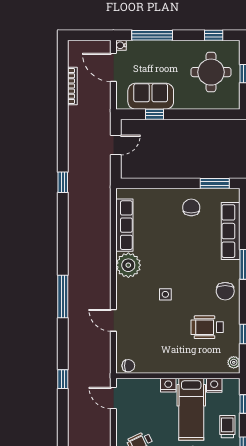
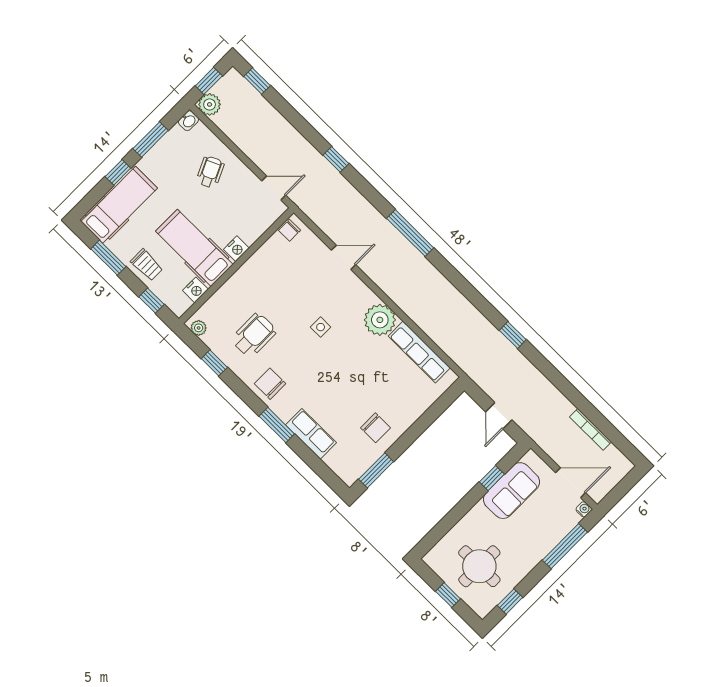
row of seats: (231, 231) -> (311, 434), width x0.68

